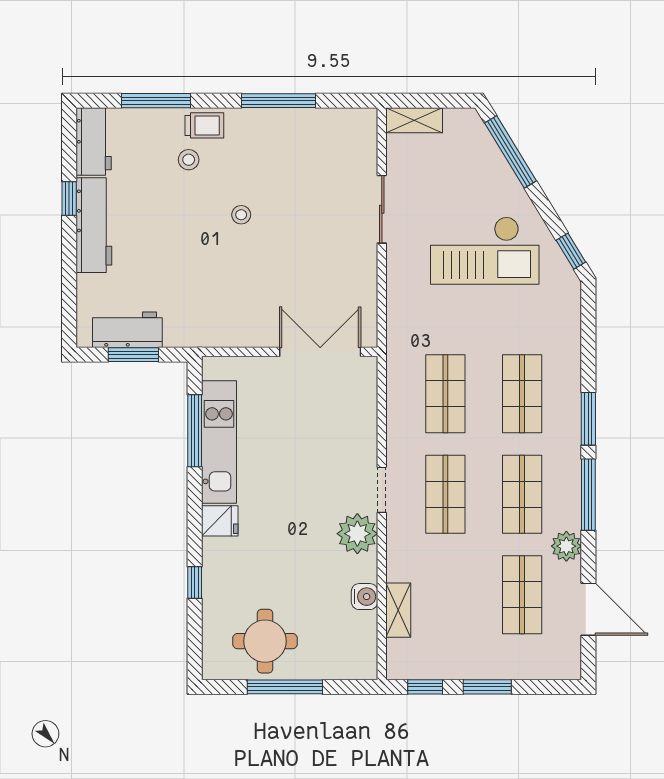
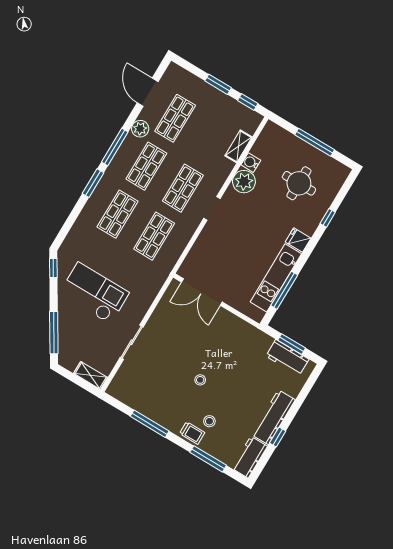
trolley: (204, 125) -> (192, 433), turned 180
plant: (357, 534) -> (244, 182), moved
round table: (265, 641) -> (299, 183), moved

